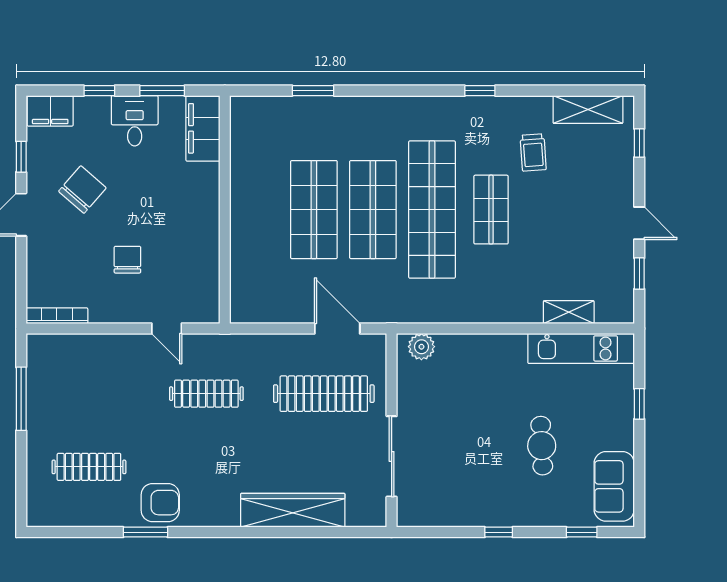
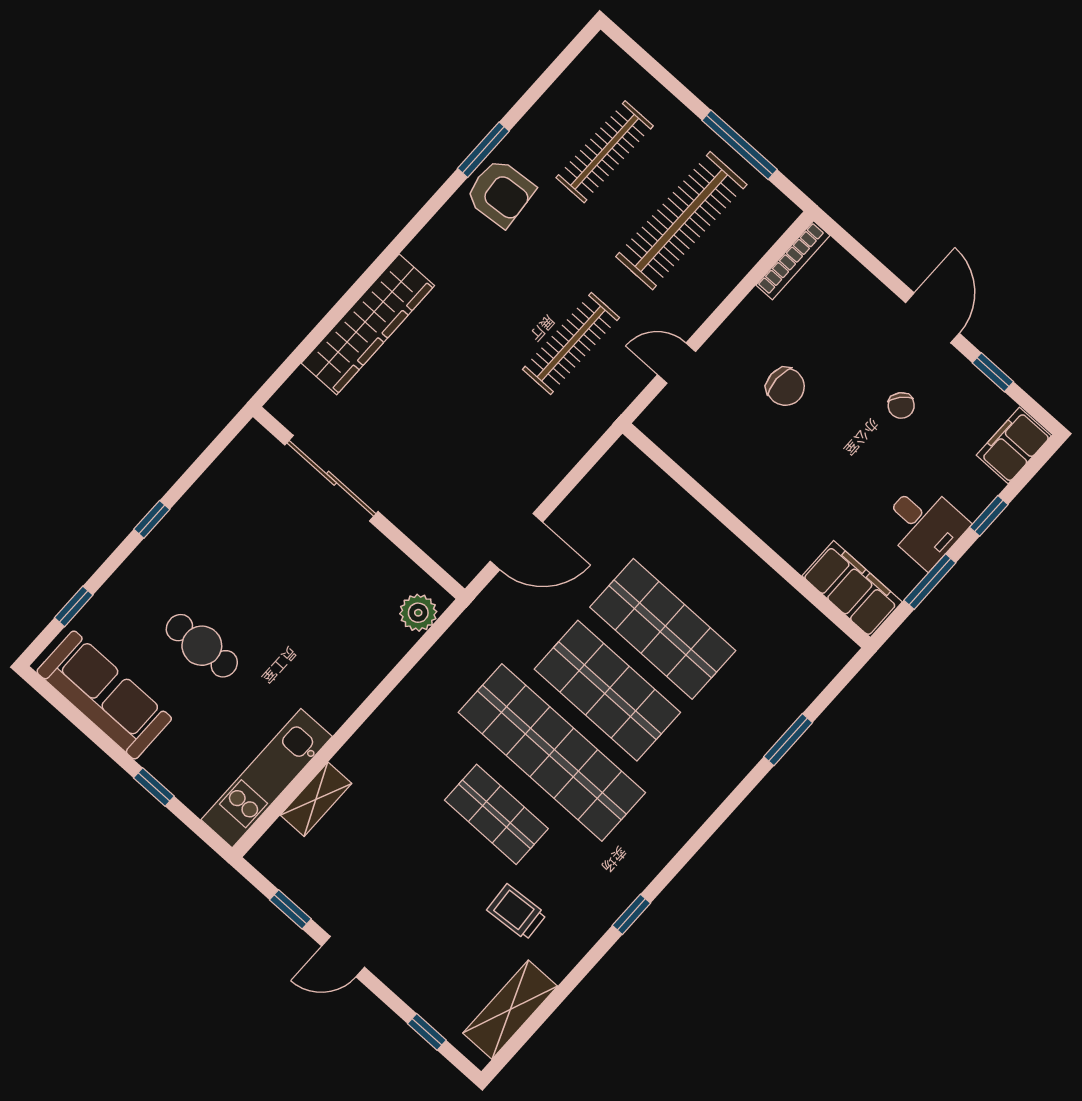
chair: (82, 190) -> (901, 405), width x0.54, depth x0.54
clothes rail: (324, 394) -> (681, 221), moved
sofa: (614, 486) -> (104, 695), width x1.36
armchair: (160, 503) -> (500, 193), turned -95

